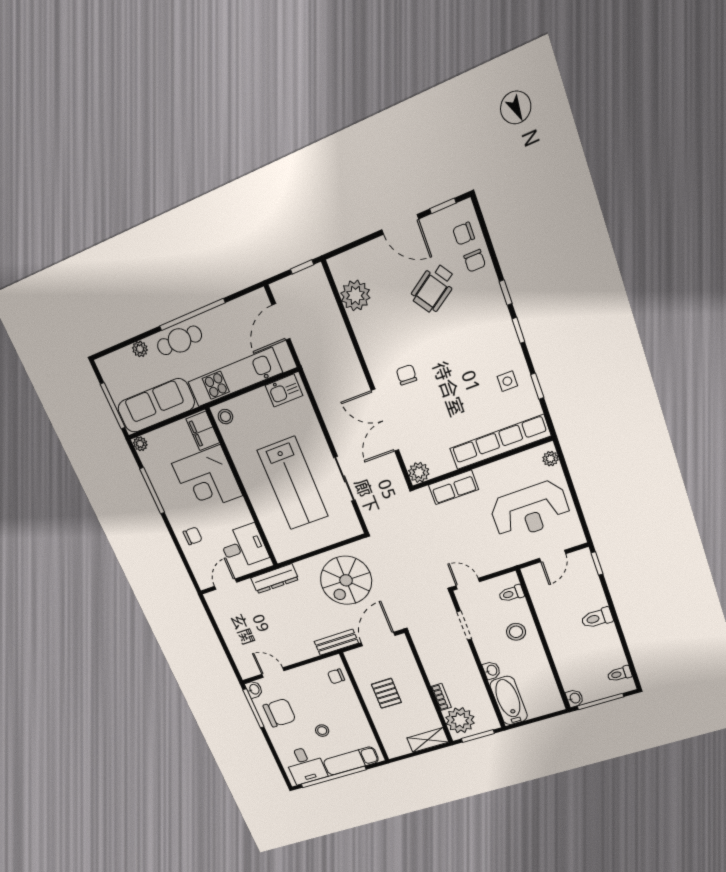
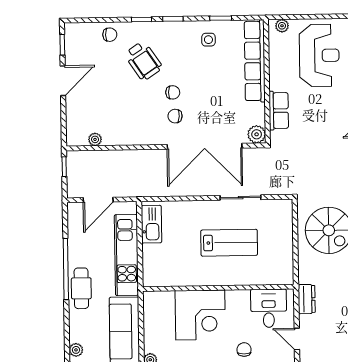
chair: (464, 234) -> (173, 92), moved, turned -90
wheelchair: (434, 288) -> (143, 61), moved
plant: (355, 295) -> (95, 139), width x0.53, depth x0.53
door: (281, 322) -> (98, 200), hinge flipped
plant: (140, 349) -> (76, 350), moved
kitchen sink: (284, 390) -> (151, 224), width x1.38
stool: (225, 417) -> (154, 276), removed
double door: (385, 420) -> (205, 146), width x1.36
filing cabinet: (203, 431) -> (159, 301), removed
lab bench: (293, 483) -> (229, 243), width x0.73, depth x0.72
dresser: (275, 579) -> (307, 299), width x0.70

